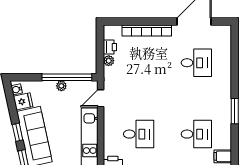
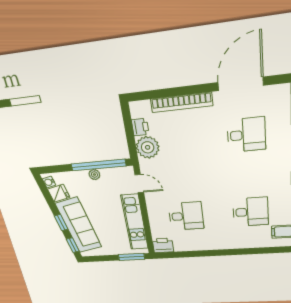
plant: (109, 61) -> (148, 147), width x1.88, depth x1.88
door: (101, 98) -> (139, 184), swing flipped

